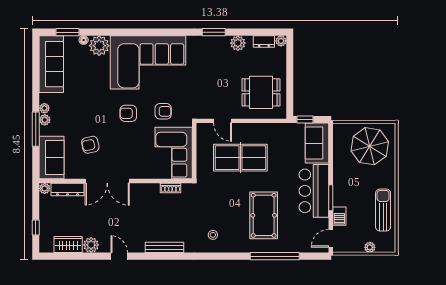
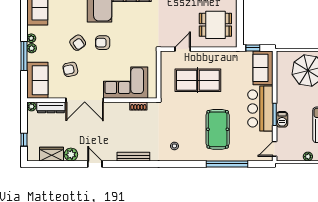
armchair: (163, 111) -> (78, 43), moved, turned 54
door: (223, 121) -> (183, 49), swing flipped
corner sofa: (174, 153) -> (126, 83), moved, turned 90
barbecue: (339, 216) -> (282, 119), moved

